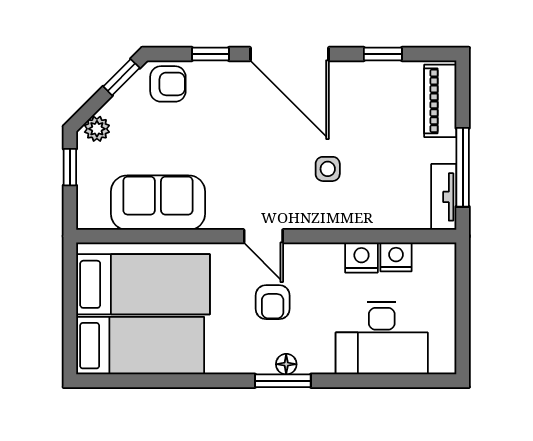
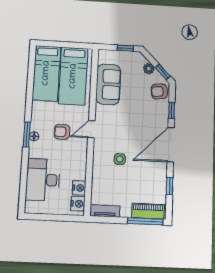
armchair: (168, 84) -> (159, 91), turned 84
plant: (97, 129) -> (149, 69), moved
window: (463, 167) -> (145, 221), moved
nightstand: (361, 258) -> (78, 204), moved

